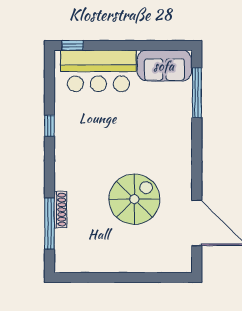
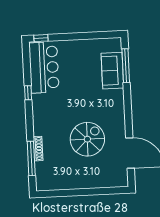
sofa: (164, 66) -> (112, 71), moved, turned 90
bar counter: (98, 71) -> (44, 67), moved, turned -90

